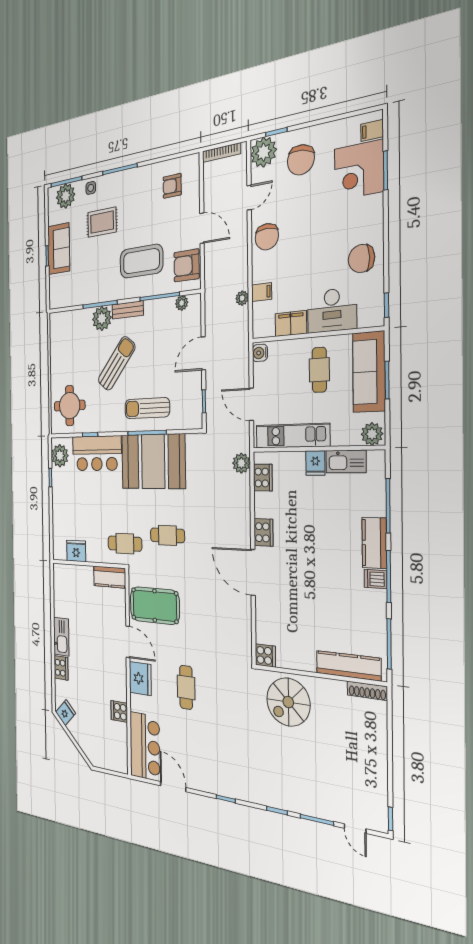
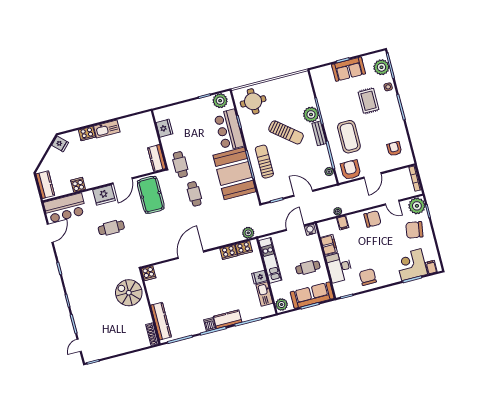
chair: (267, 237) -> (372, 219), turned 180
door: (251, 404) -> (295, 228), moved
cooker: (263, 532) -> (229, 252), moved
kitchen counter: (109, 760) -> (45, 185), added

